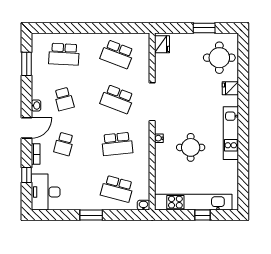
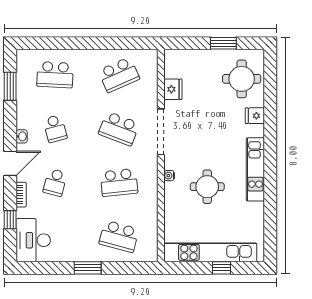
fridge: (162, 44) -> (173, 89), moved
school desk: (117, 54) -> (119, 75), turned -45
washbasin: (143, 205) -> (151, 256), removed

